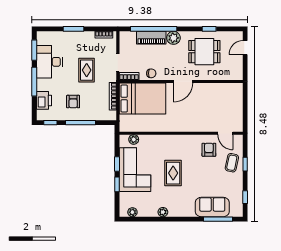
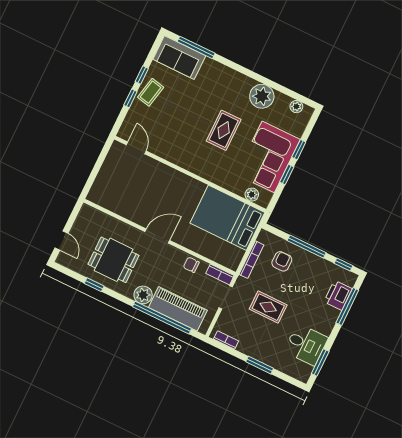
piano: (151, 38) -> (178, 309), width x1.37, depth x1.33
door: (245, 48) -> (61, 241), hinge flipped
desk: (49, 62) -> (306, 345), width x0.73
rug: (87, 70) -> (268, 307), turned 90
window: (34, 82) -> (347, 306), moved
bed: (142, 99) -> (227, 218), moved
armchair: (73, 102) -> (282, 261), moved
armchair: (209, 150) -> (166, 138), removed
coffee table: (232, 163) -> (151, 92), moved
window: (245, 197) -> (142, 75), moved
sofa: (212, 207) -> (179, 58), moved
plant: (163, 212) -> (262, 96), width x1.88, depth x1.88

